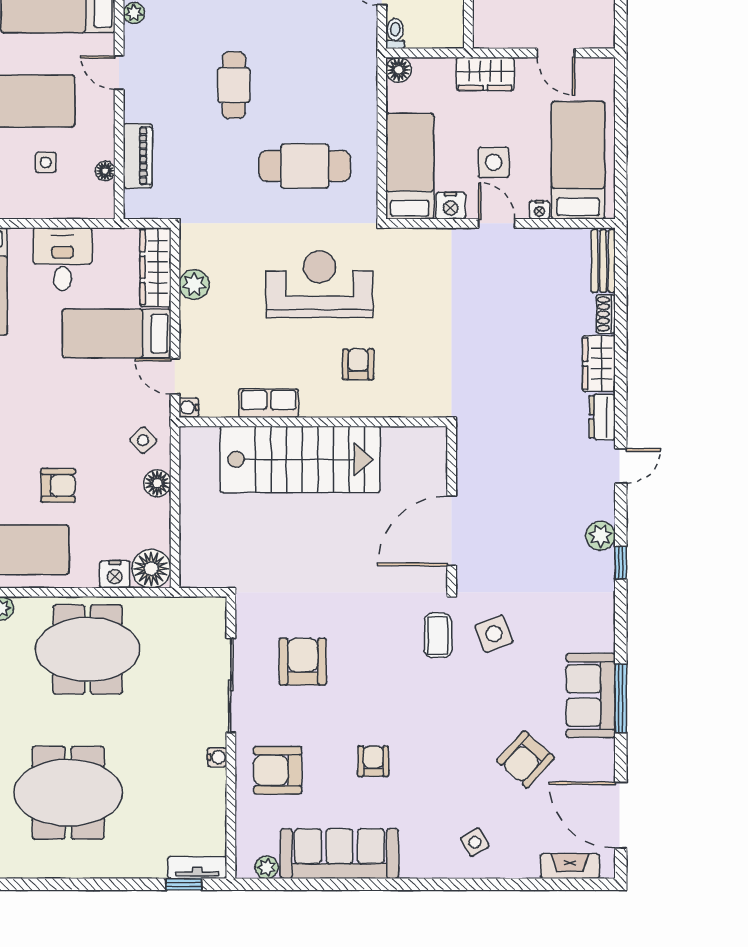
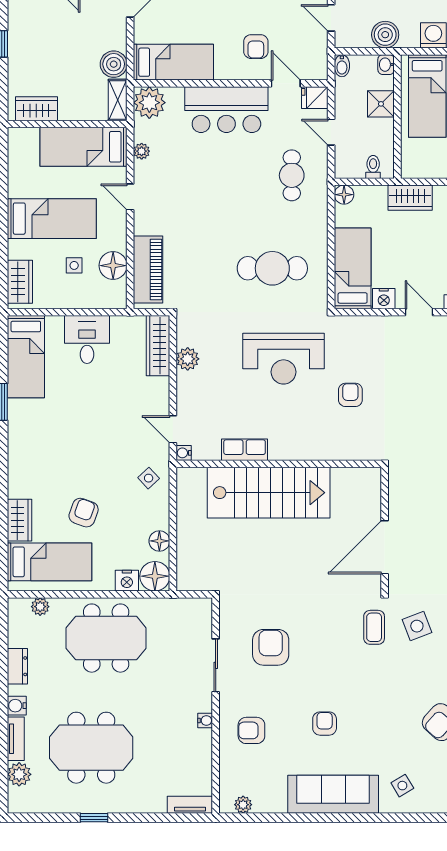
toilet: (395, 34) -> (373, 167), moved
cafe table: (234, 85) -> (292, 175), moved
piano: (138, 156) -> (148, 270), width x1.37, depth x1.33
side table: (494, 162) -> (417, 266), removed
floor lamp: (105, 171) -> (113, 266), width x1.89, depth x1.89
reception desk: (319, 284) -> (284, 359), turned 180
bed: (117, 333) -> (128, 396), removed
armchair: (358, 364) -> (350, 395), moved
floor lamp: (157, 483) -> (159, 541), moved
armchair: (58, 485) -> (84, 513), turned -70
sliding door: (231, 685) -> (216, 665), width x0.73
armchair: (278, 770) -> (251, 730), width x0.72, depth x0.72
sofa: (339, 854) -> (333, 794), moved
window: (184, 884) -> (94, 818), moved

